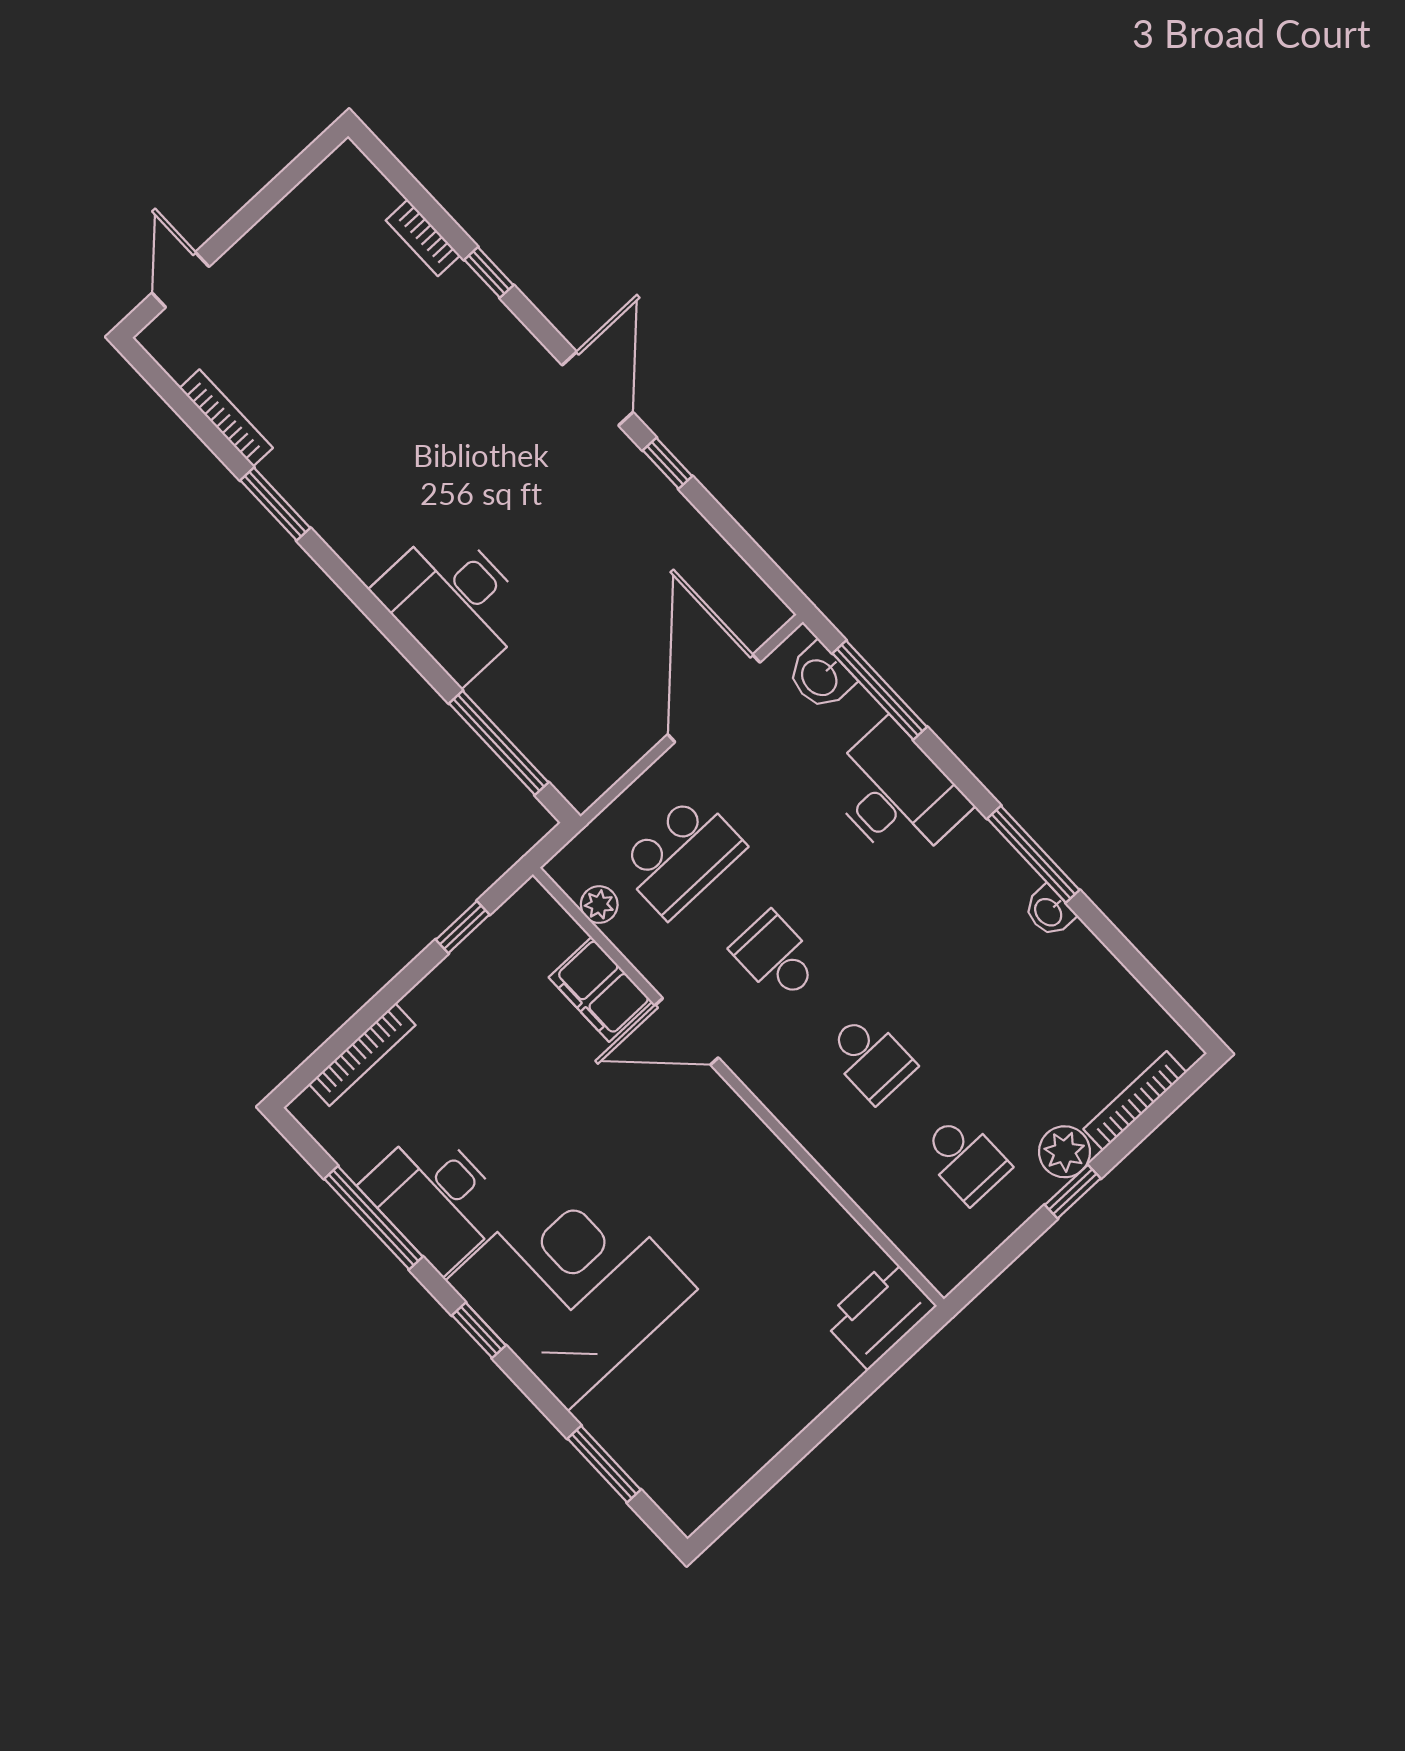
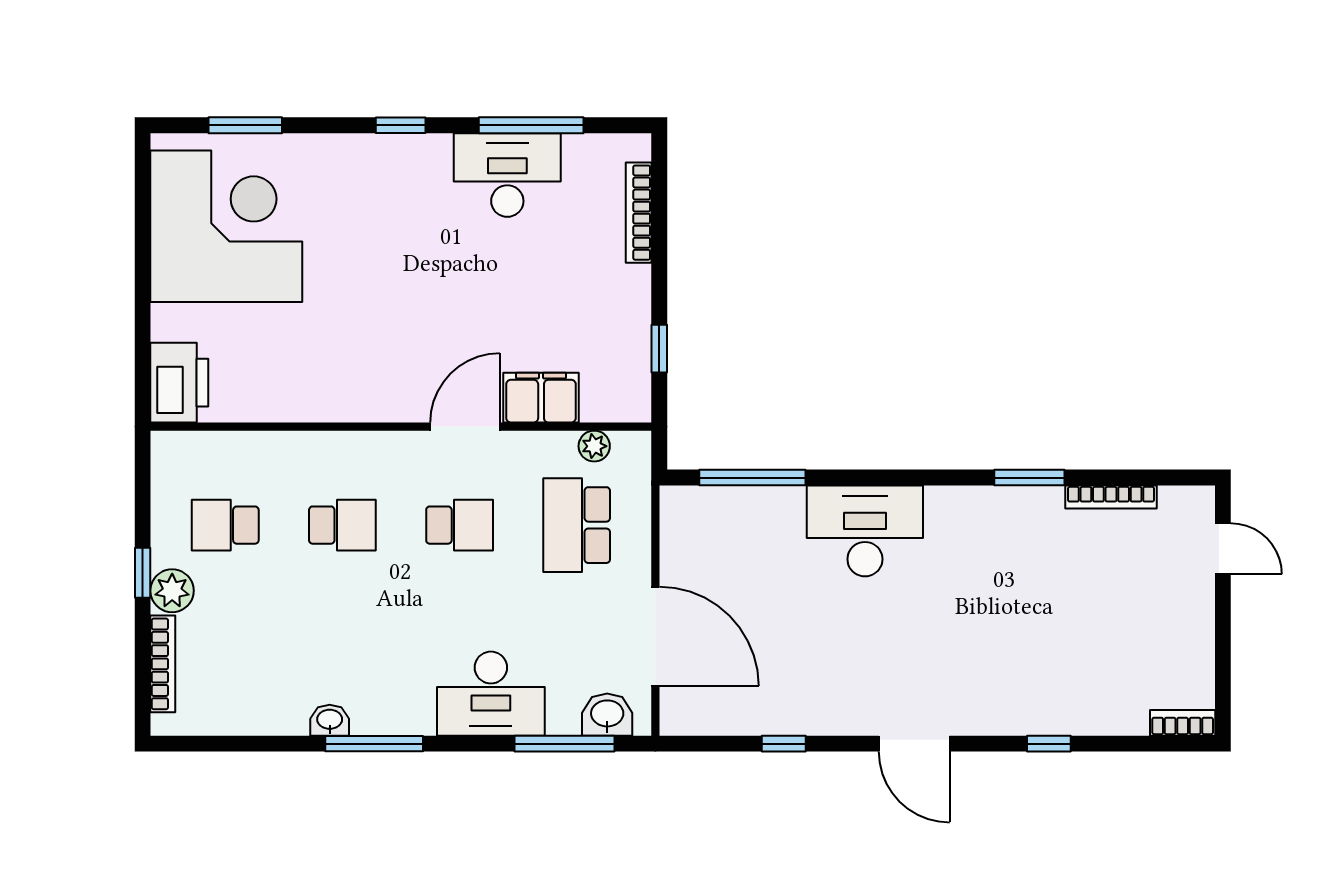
bookcase: (423, 238) -> (1183, 723), moved
window: (667, 463) -> (784, 744), moved
school desk: (870, 1058) -> (342, 525), turned 180
corner desk: (572, 1285) -> (226, 226), moved, turned -90

